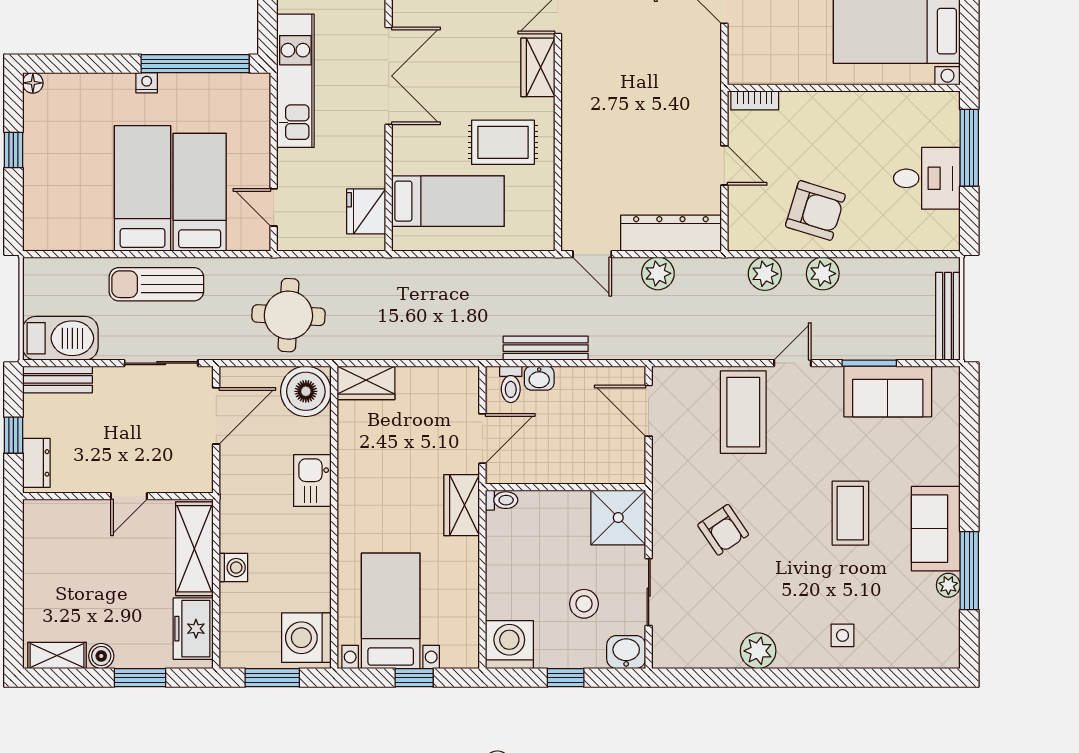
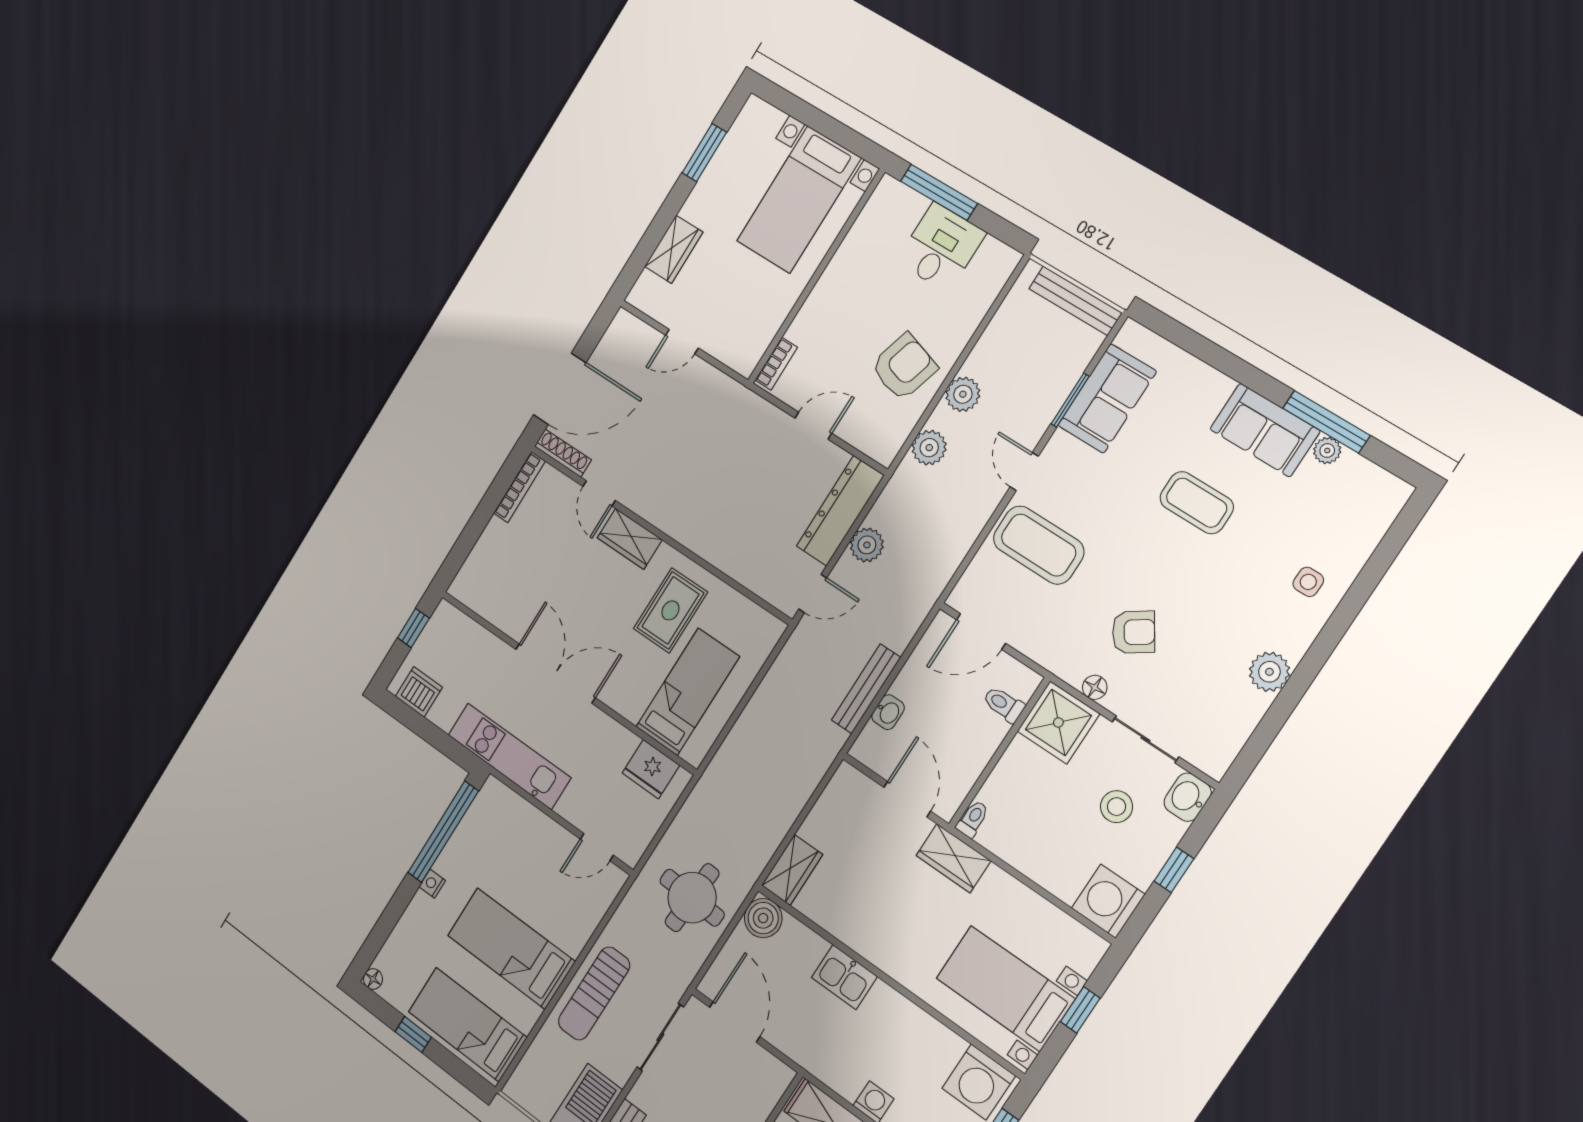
bed: (200, 192) -> (467, 1024), moved
toilet: (511, 384) -> (1004, 704), moved, turned 180
boiler: (306, 391) -> (763, 918), width x0.73, depth x0.73
floor lamp: (663, 528) -> (1095, 687), added

